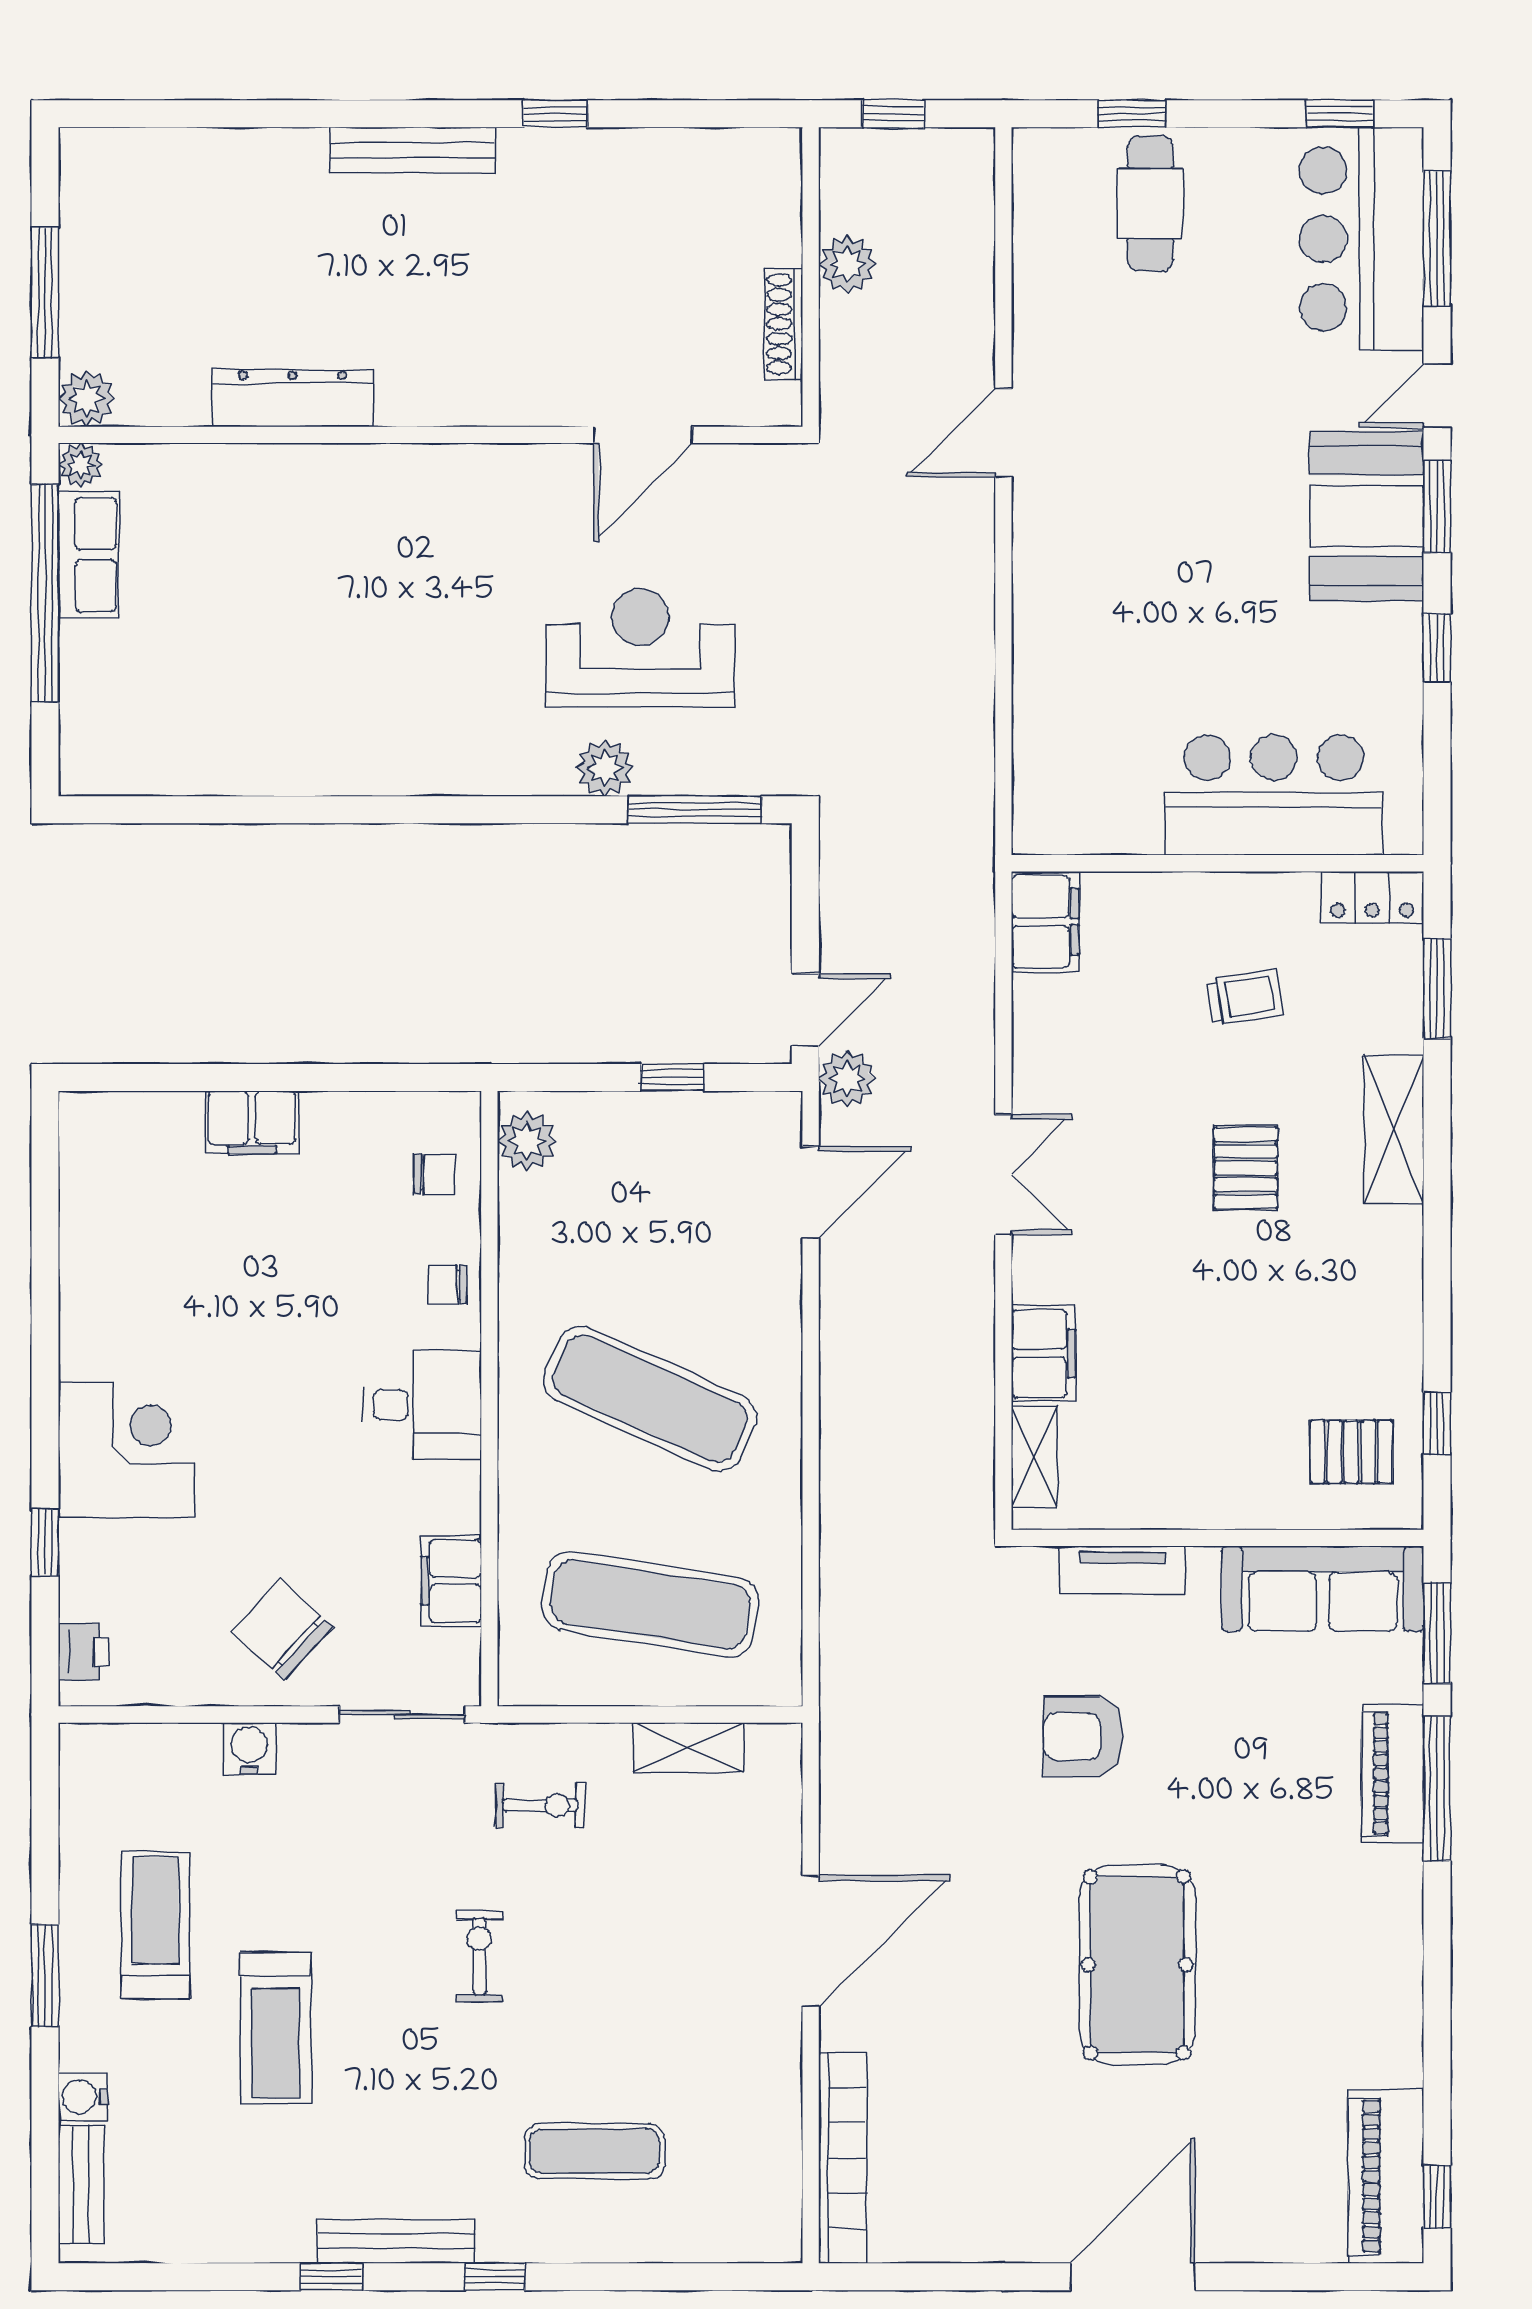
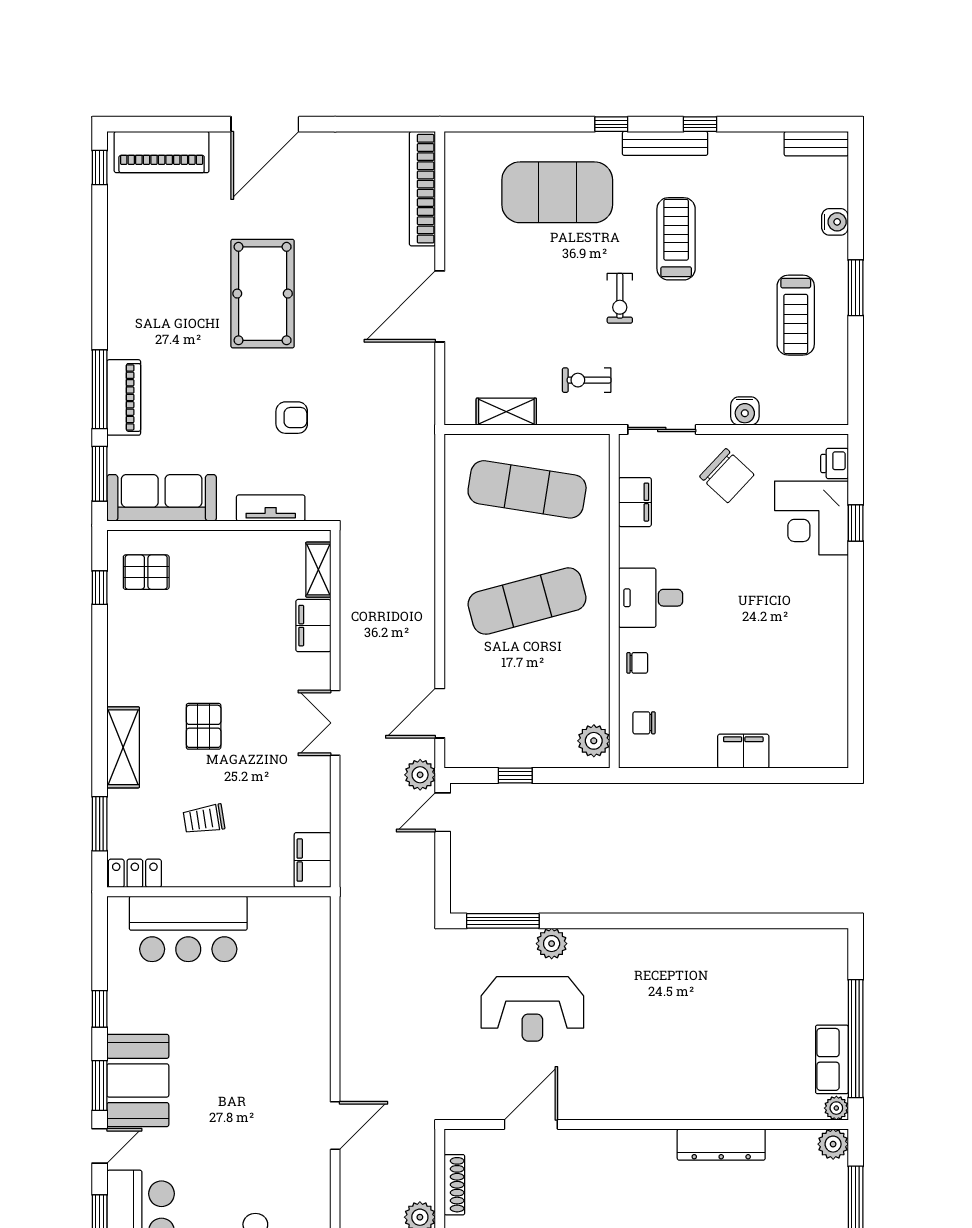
exercise mat: (650, 1399) -> (527, 601), turned -39
corner desk: (126, 1450) -> (811, 518), moved
armchair: (1083, 1736) -> (292, 418), width x0.72, depth x0.72
treadmill: (275, 2028) -> (676, 239), moved
exercise mat: (595, 2151) -> (557, 192), width x2.00, depth x1.45
piano: (1386, 2176) -> (162, 152), moved, turned 90
bench: (81, 2185) -> (816, 144), moved, turned 90

